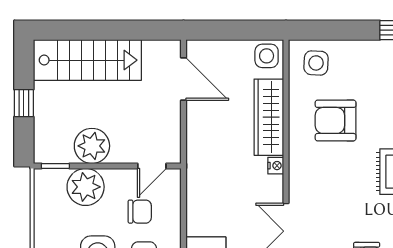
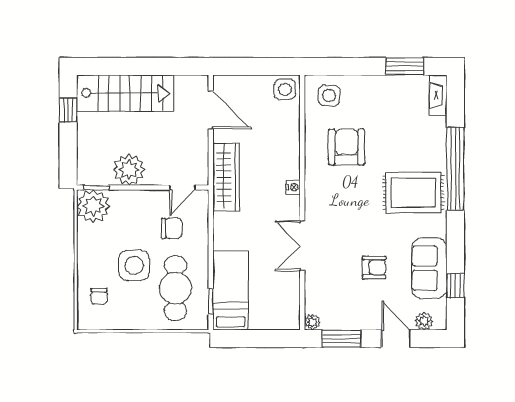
window: (24, 103) -> (68, 110), moved
wardrobe: (269, 117) -> (226, 177), moved, turned 180
armchair: (336, 120) -> (346, 147), turned 90
plant: (86, 187) -> (93, 206), moved

